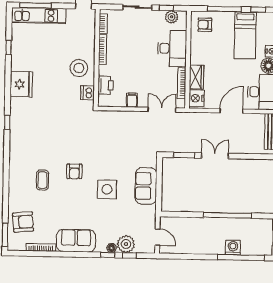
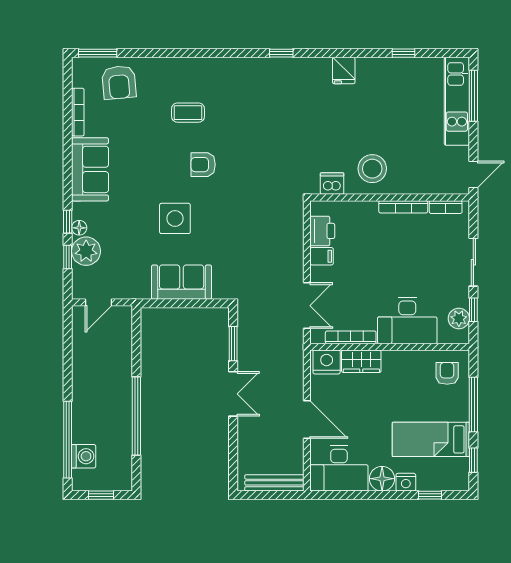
fridge: (21, 84) -> (344, 71), width x0.53, depth x0.75
printer: (106, 85) -> (322, 231), moved, turned -90
washing machine: (233, 248) -> (84, 456), moved

